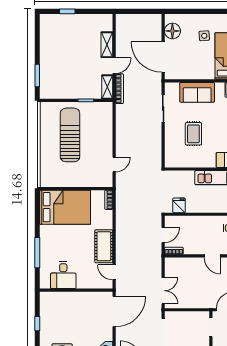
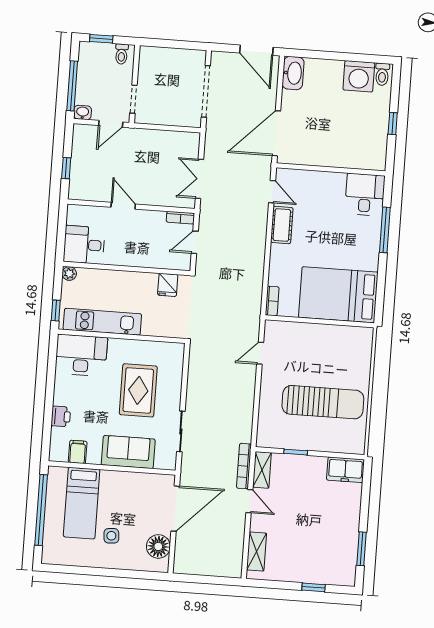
shelving: (107, 45) -> (257, 552), moved
door: (163, 57) -> (175, 509), hinge flipped
door: (114, 66) -> (249, 501), swing flipped
window: (37, 75) -> (361, 549), moved
freezer: (52, 91) -> (345, 470), added
rug: (193, 134) -> (138, 390), width x1.36, depth x1.43
sun lounger: (70, 135) -> (323, 402), turned -90
cot: (104, 246) -> (282, 225), width x0.73, depth x0.75
desk: (63, 275) -> (365, 194), moved
double door: (163, 291) -> (199, 179), moved

